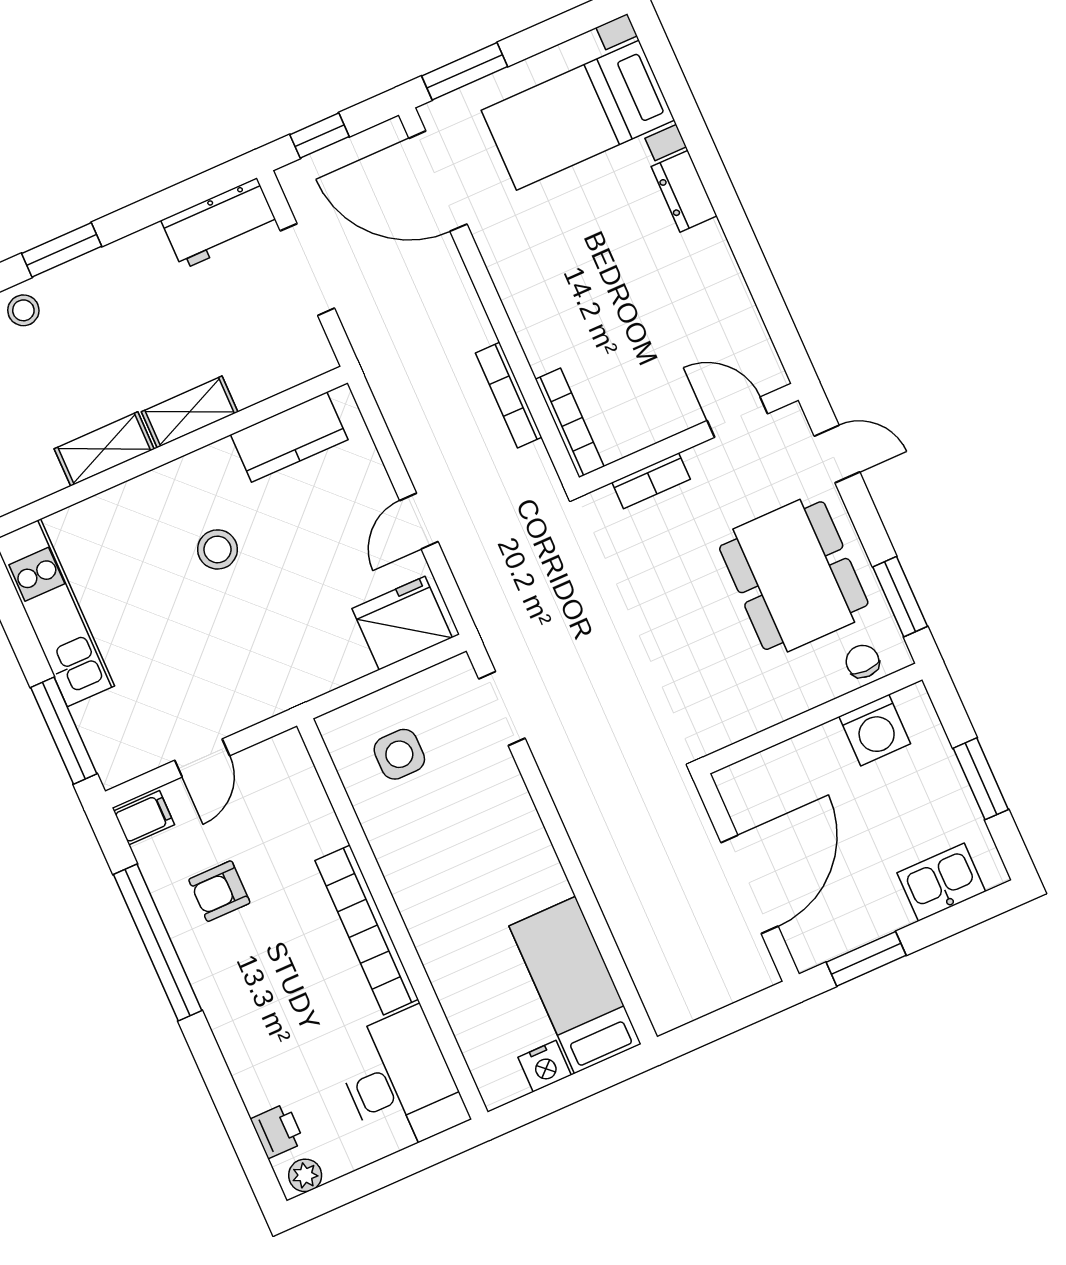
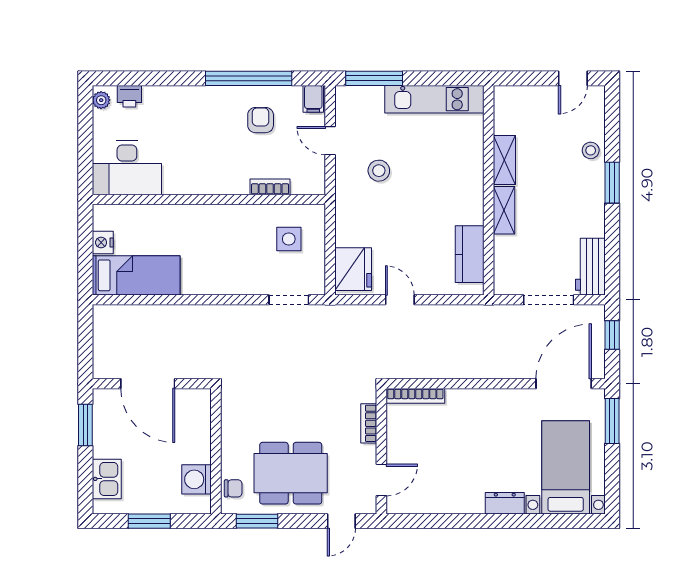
bookcase: (509, 395) -> (442, 372), removed
stool: (217, 549) -> (379, 171), moved
bookcase: (367, 930) -> (270, 187), moved, width x0.43, depth x0.76

